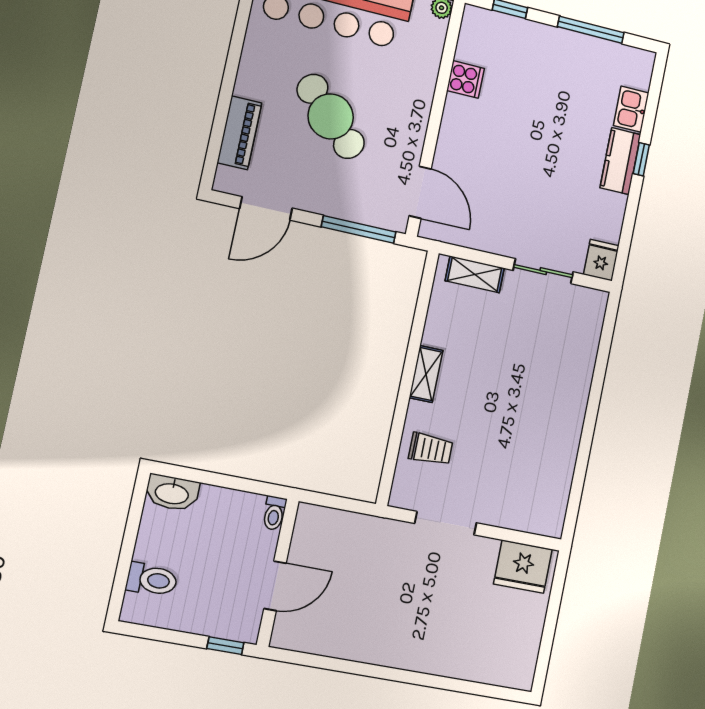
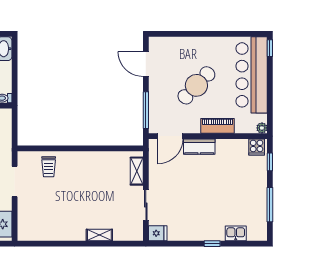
cooker: (466, 79) -> (257, 147), moved
piano: (239, 133) -> (218, 126), moved, turned 180
kitchen counter: (620, 161) -> (199, 147), moved, turned 180
shelving: (426, 374) -> (99, 235), moved

